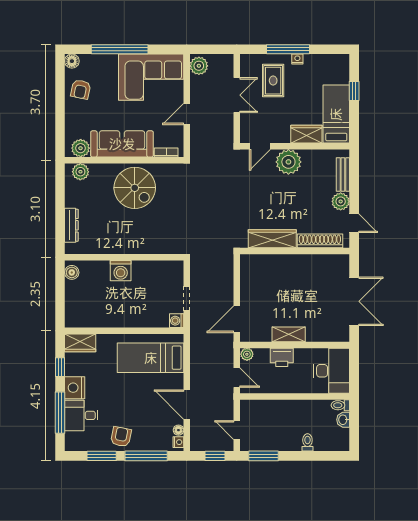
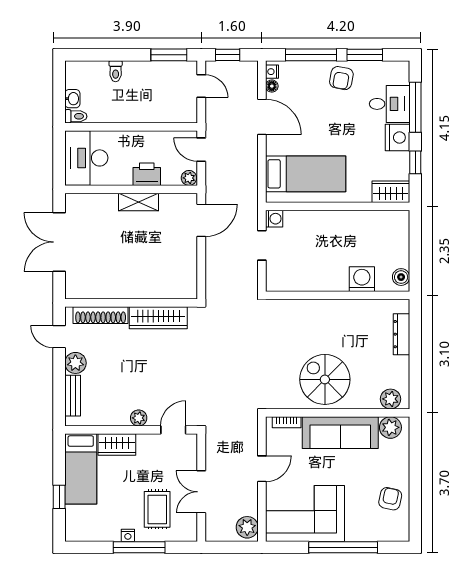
floor lamp: (72, 61) -> (401, 533), removed
plant: (288, 162) -> (139, 418), width x0.53, depth x0.53
washing machine: (121, 271) -> (362, 279), moved

